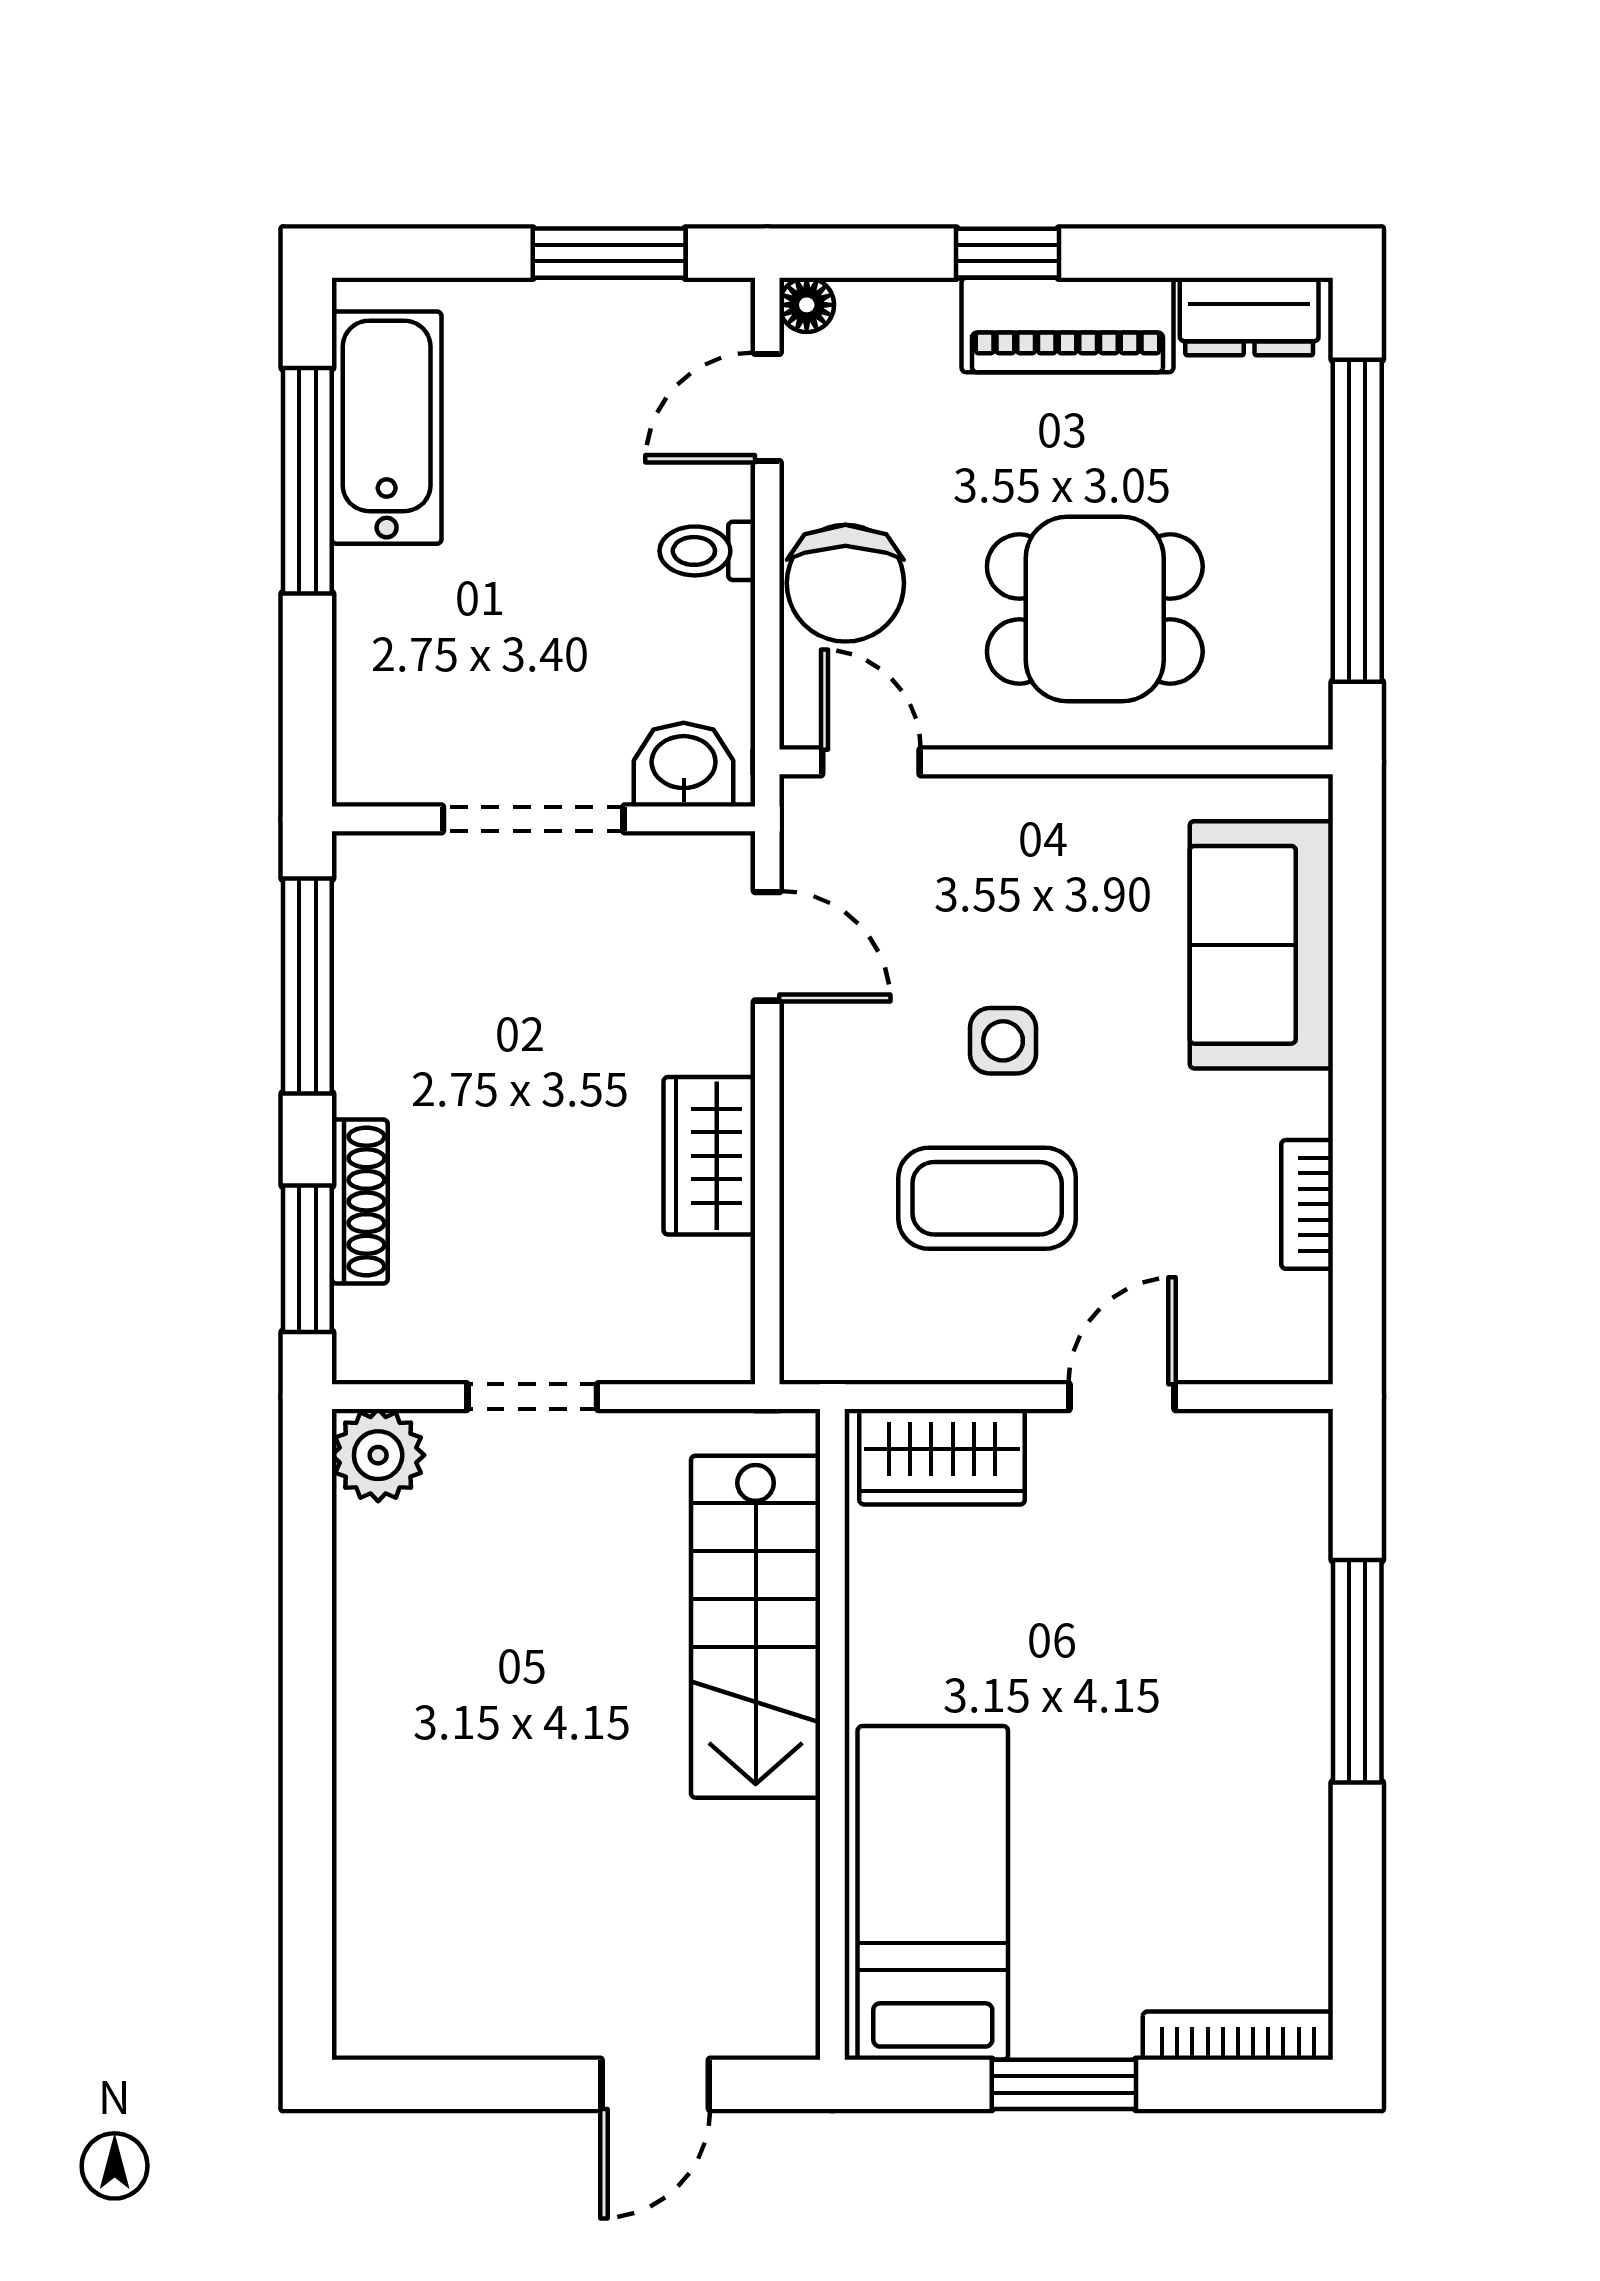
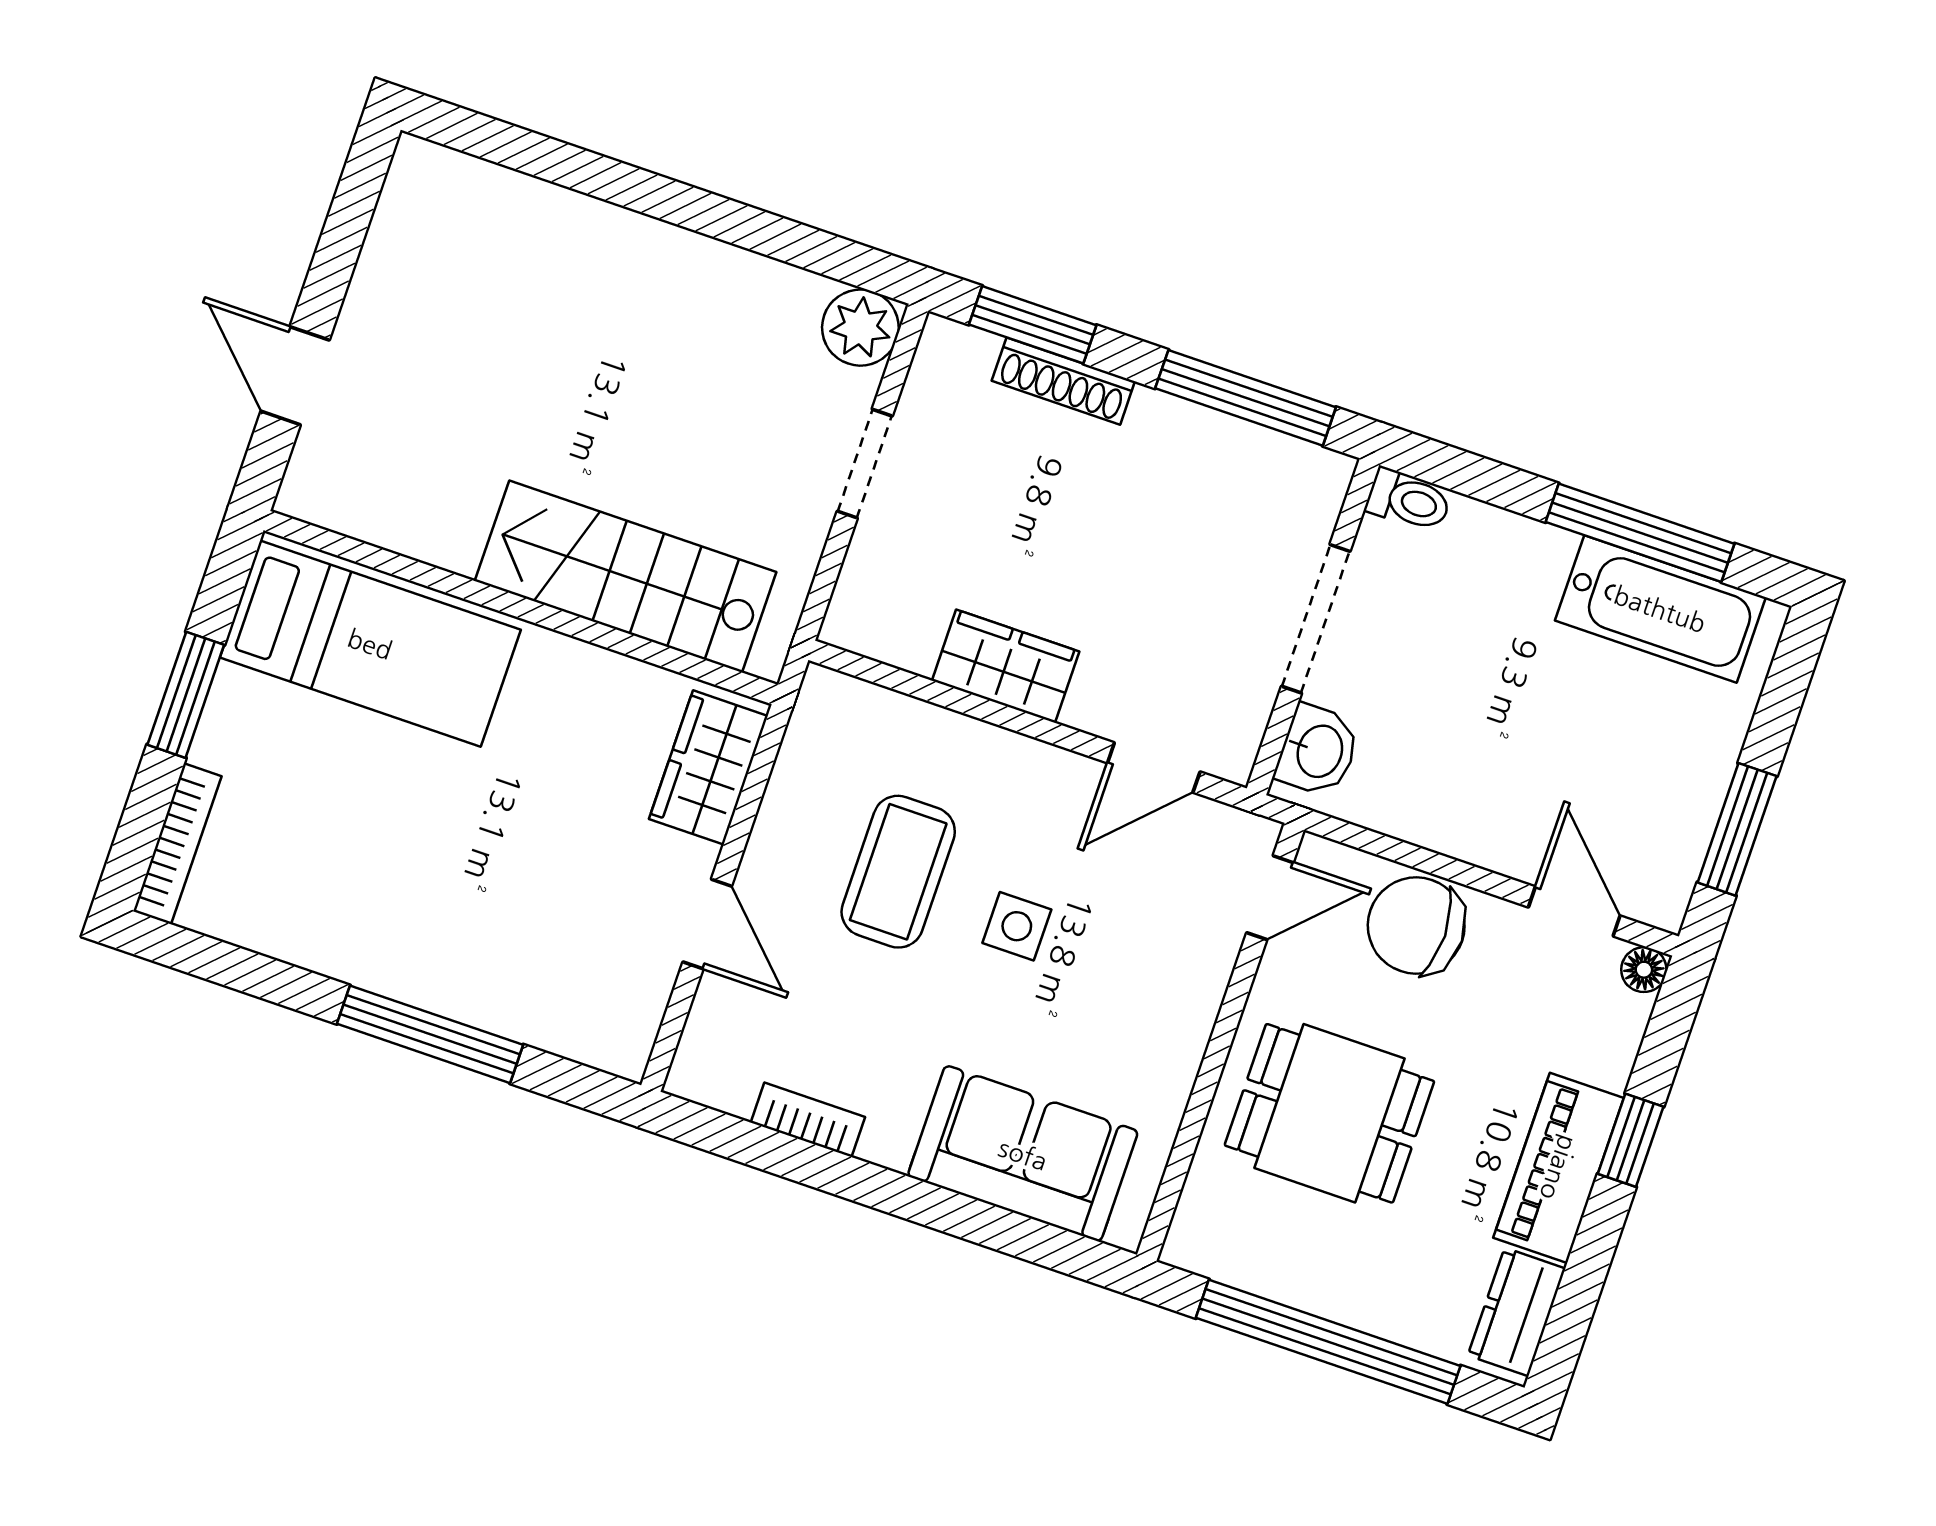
toilet: (707, 551) -> (1409, 500), moved, turned 90
dining table: (1095, 609) -> (1329, 1113), turned 90

